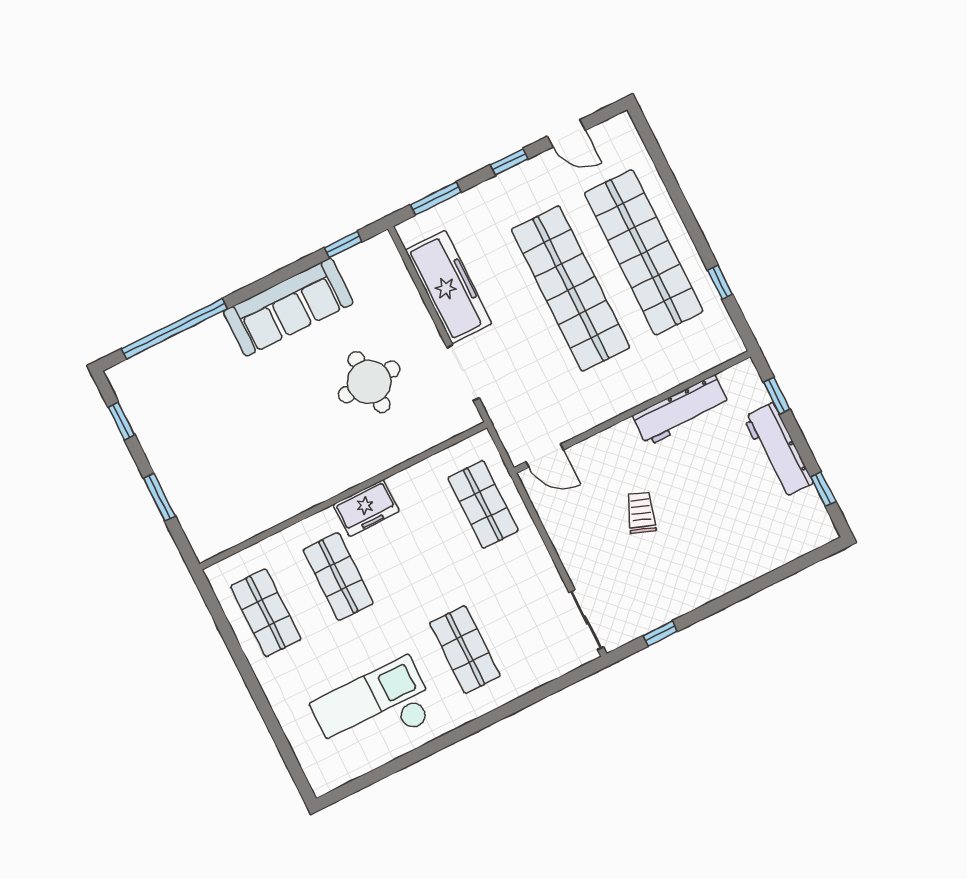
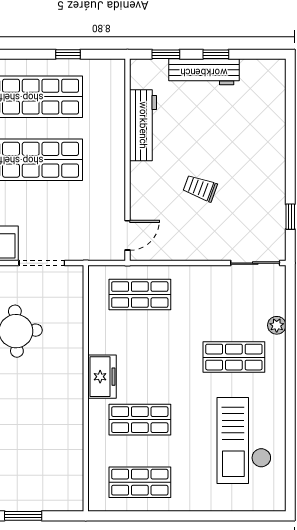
window: (823, 489) -> (216, 54), moved
plant: (527, 681) -> (277, 325), added

